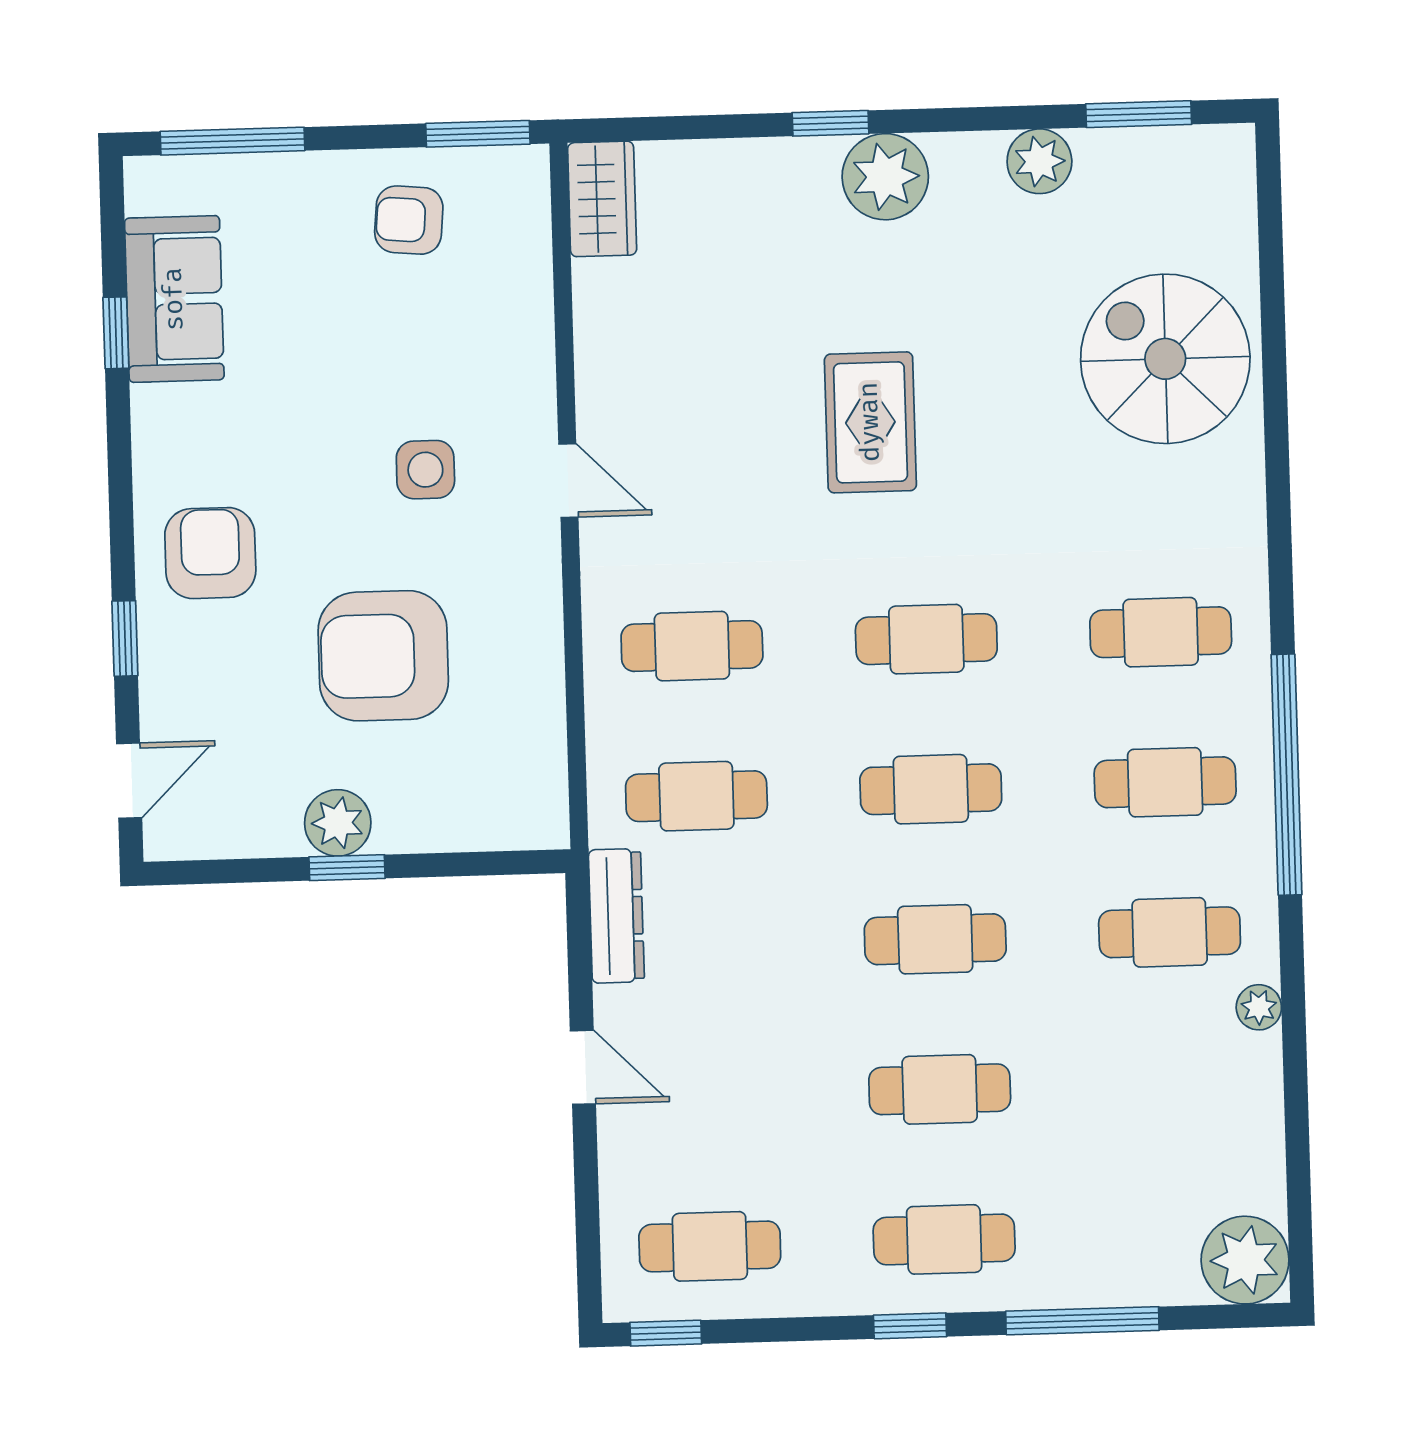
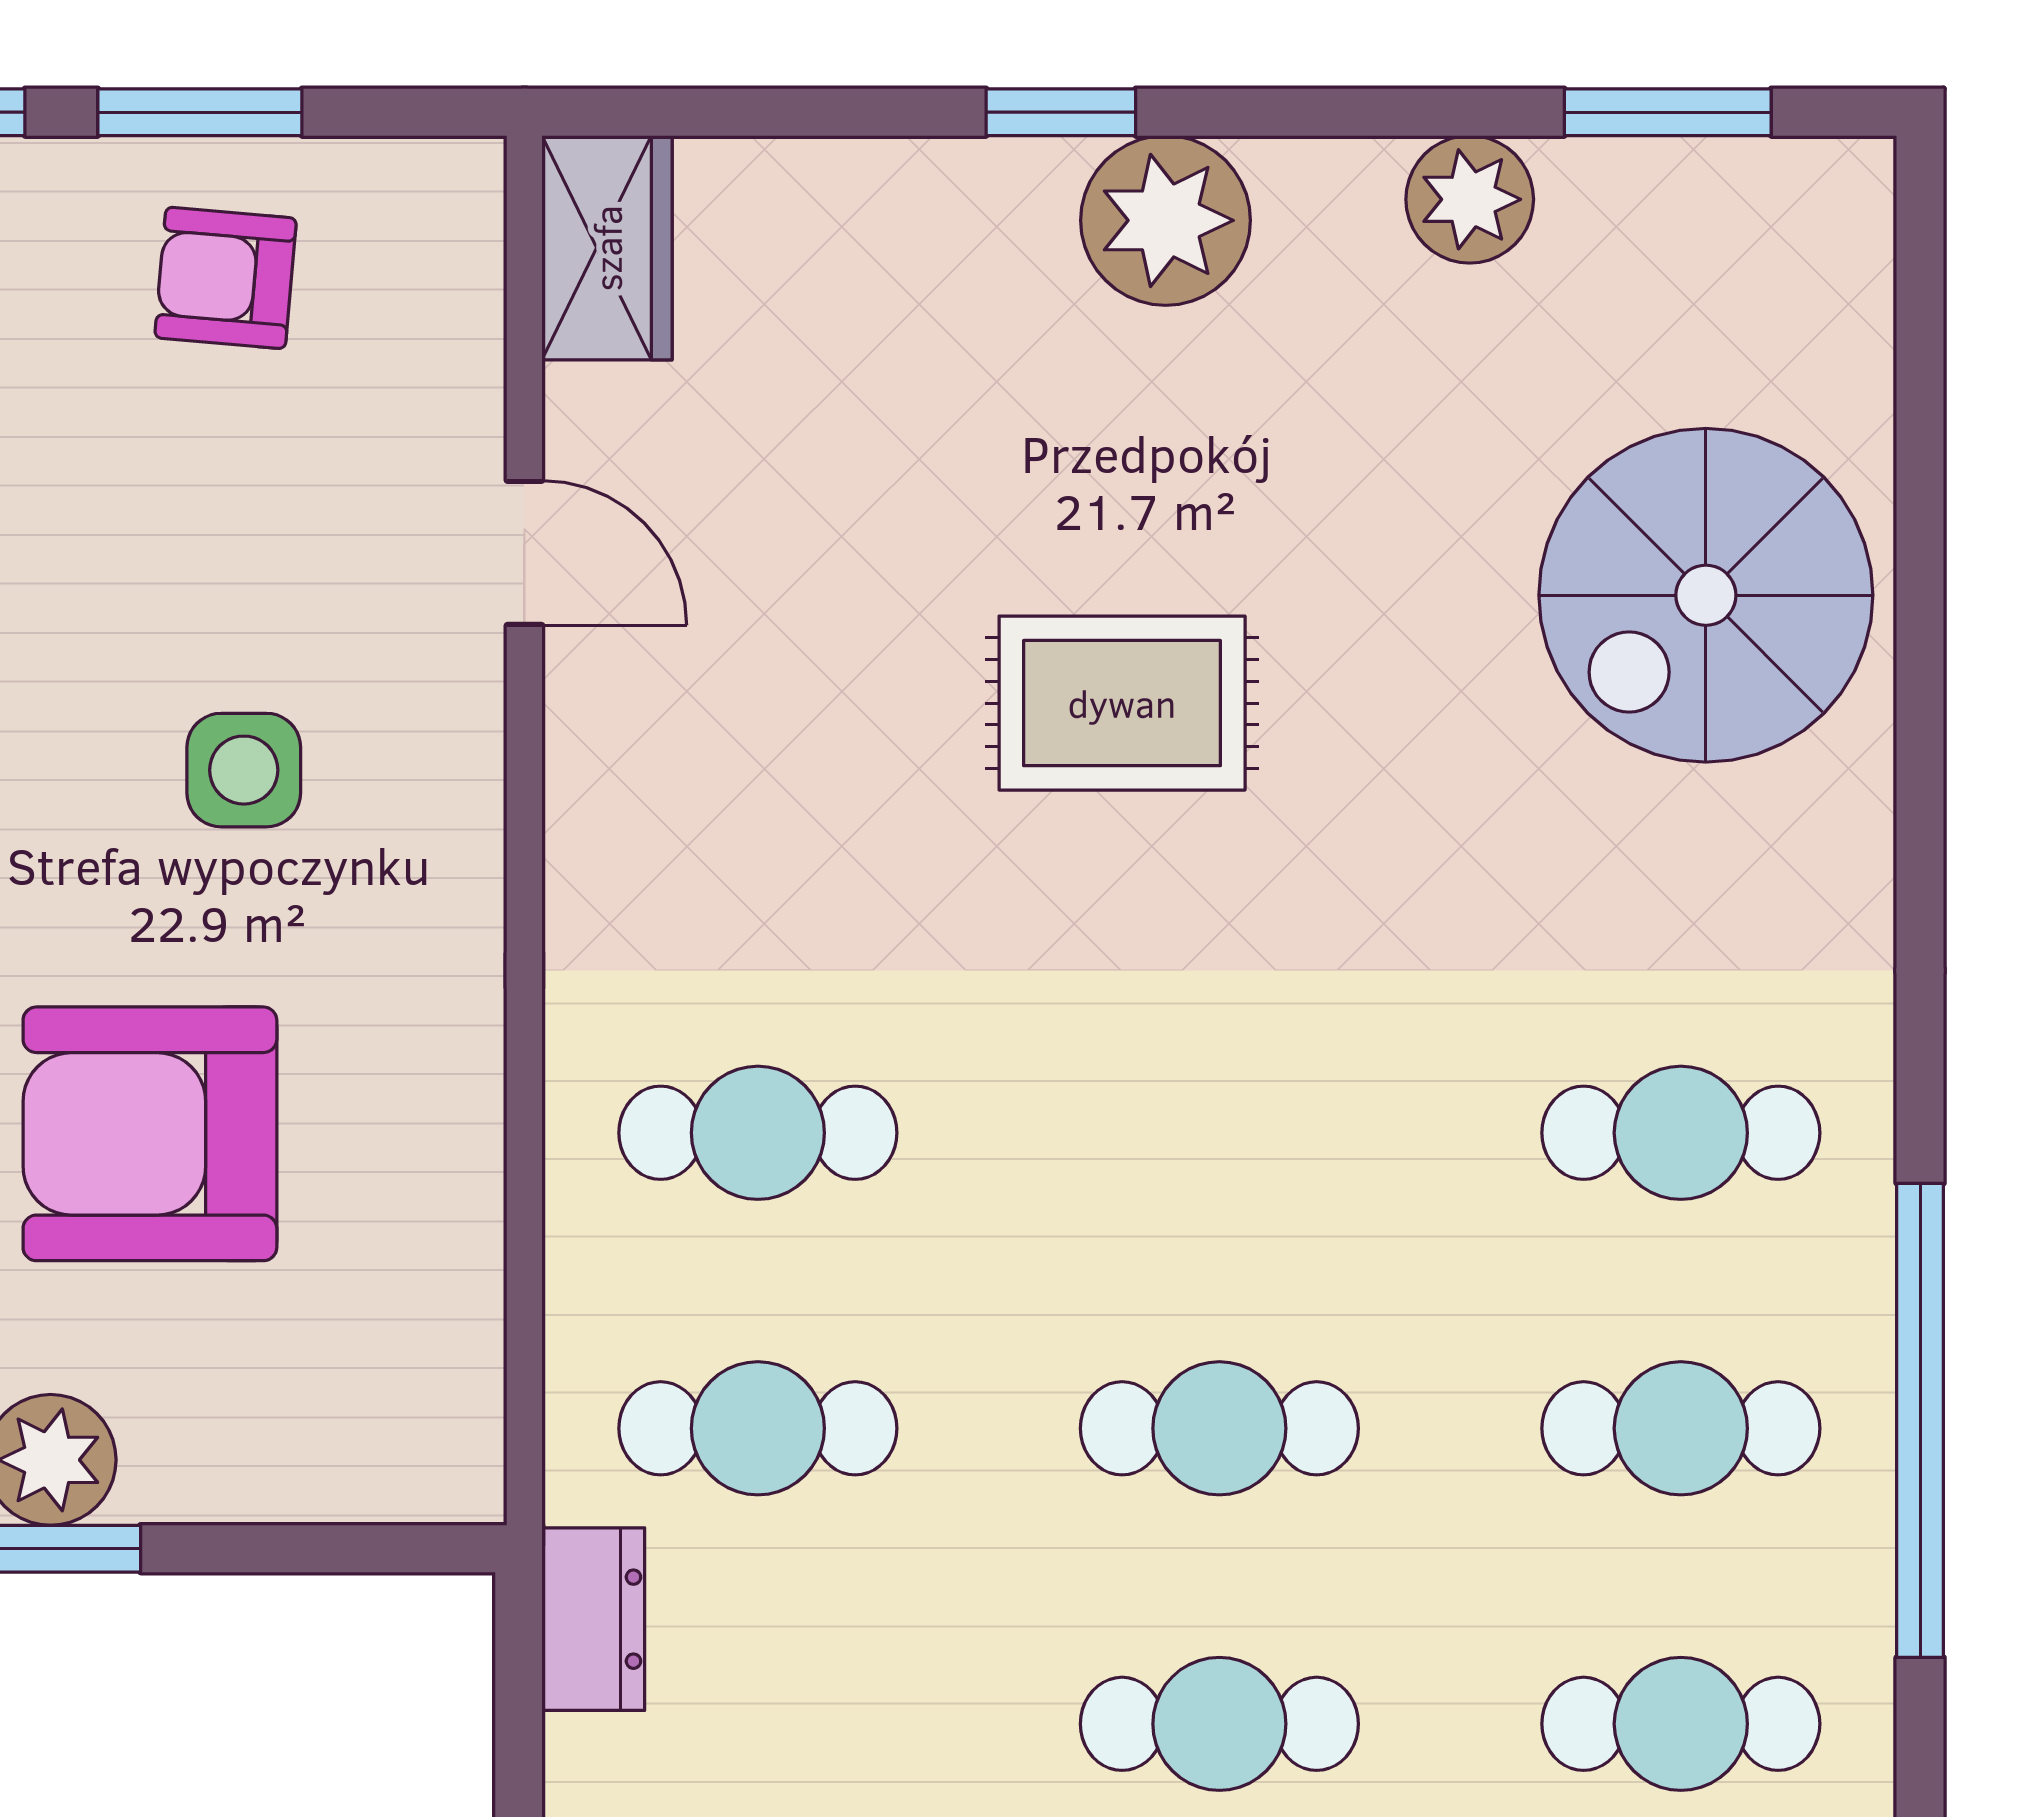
window: (478, 134) -> (200, 112), moved
spiral stairs: (1165, 359) -> (1706, 595), turned -90
rug: (870, 422) -> (1122, 703), turned 90
door: (568, 481) -> (524, 553), moved
cafe table: (926, 639) -> (1219, 1133), removed
dresser: (616, 916) -> (593, 1619), width x0.70

